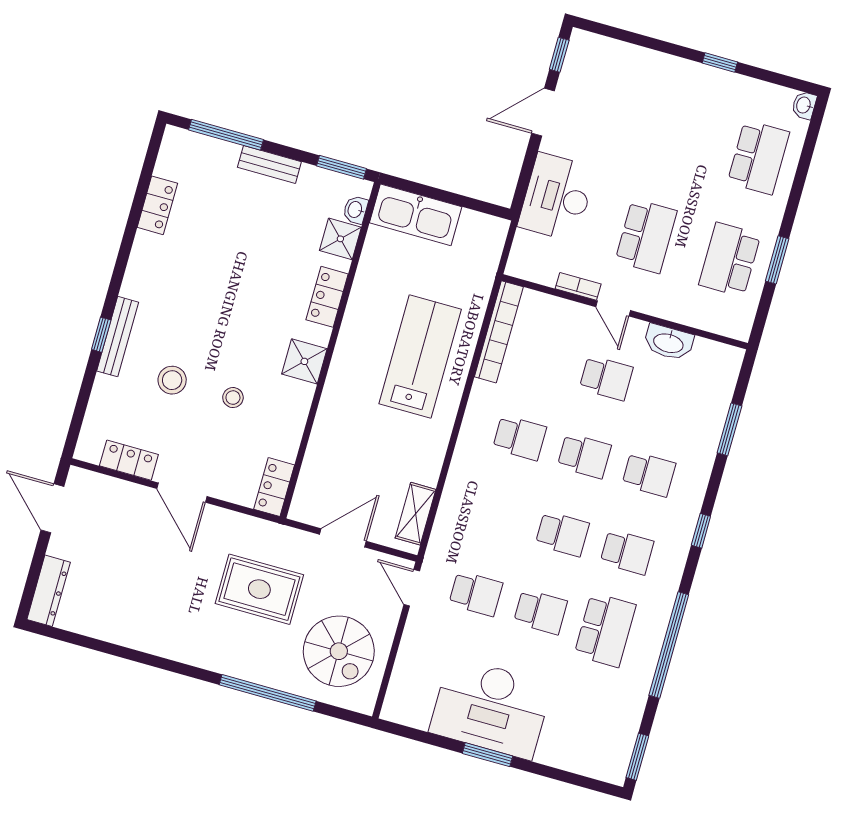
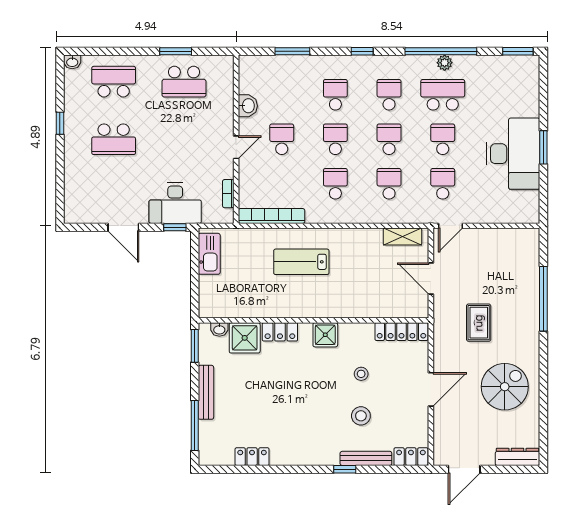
window: (559, 55) -> (175, 227), moved
bench: (269, 165) -> (206, 392), width x1.36
kitchen sink: (416, 215) -> (209, 254), moved, width x0.73, depth x0.81
school desk: (646, 236) -> (114, 139), moved, turned 180
shower: (340, 239) -> (245, 338), width x1.36, depth x1.36
bookcase: (578, 286) -> (228, 194), moved
bench: (118, 337) -> (366, 458), moved
washbasin: (669, 342) -> (248, 106), width x0.72
lab bench: (420, 356) -> (301, 262), width x0.73, depth x0.72
locker: (129, 460) -> (411, 457), moved, turned 90
locker: (274, 487) -> (401, 332), width x1.53
school desk: (498, 516) -> (389, 184), added
rug: (259, 589) -> (479, 323), width x0.73, depth x0.70
plant: (651, 646) -> (445, 63), added
spiral stairs: (339, 651) -> (505, 387), moved

